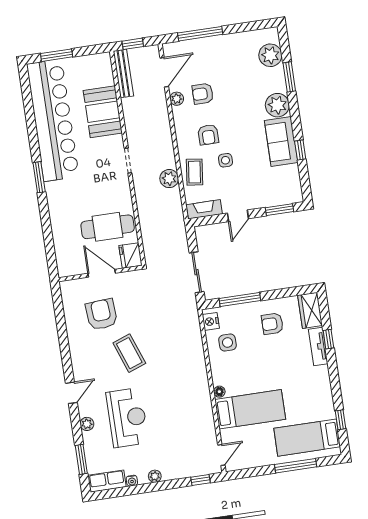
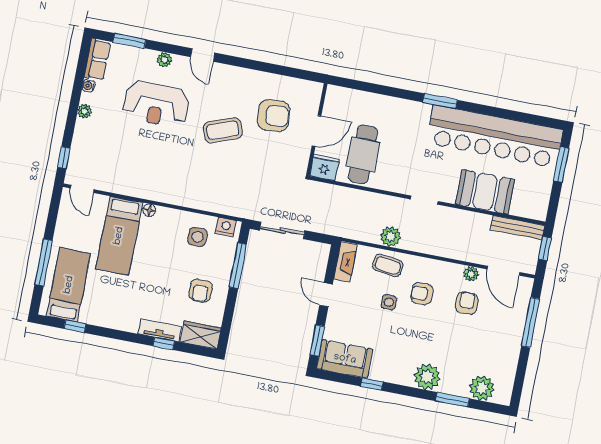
sofa: (281, 142) -> (345, 359), moved
armchair: (272, 324) -> (201, 291), turned 180

